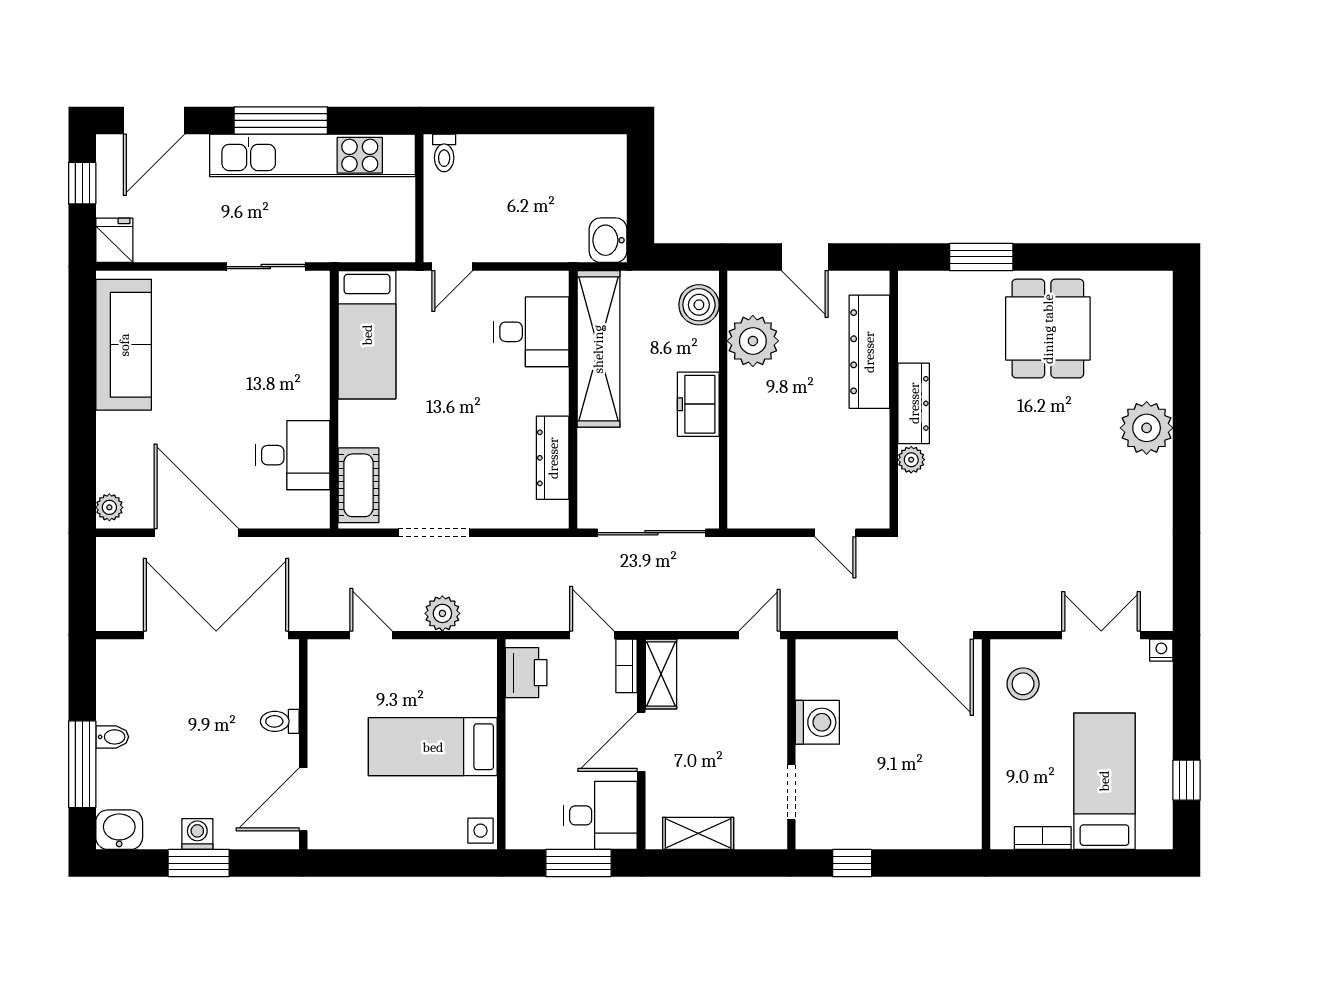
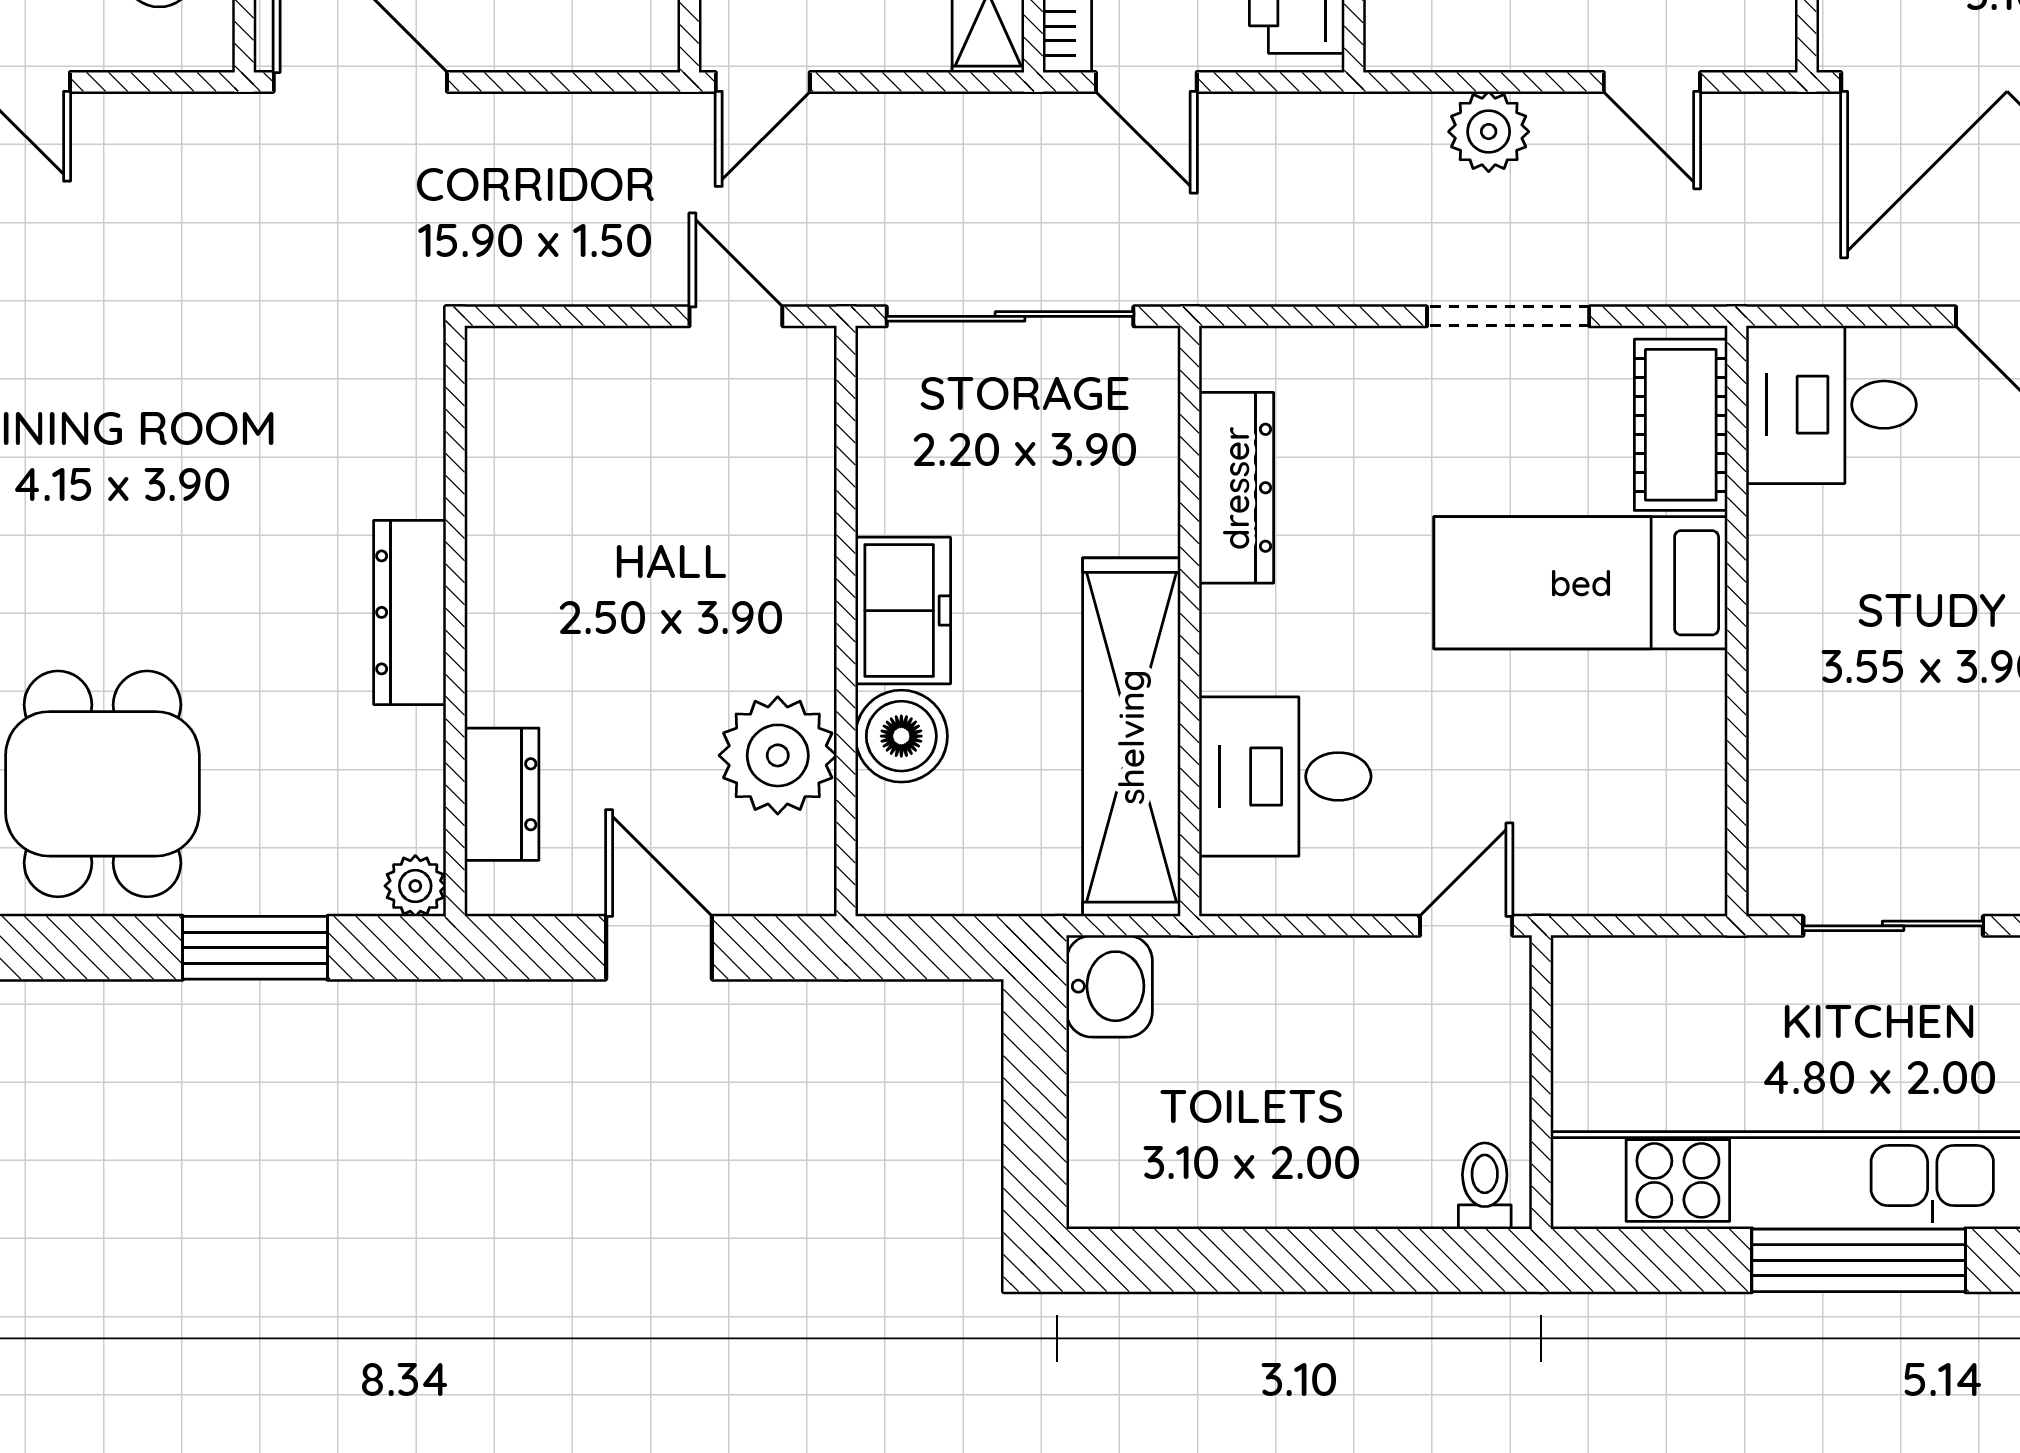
boiler: (699, 305) -> (901, 736), moved
bed: (367, 335) -> (1581, 583), moved, turned -90
dresser: (869, 352) -> (502, 794), width x0.51, depth x0.80
desk: (293, 455) -> (1831, 405), moved
plant: (911, 460) -> (415, 886), moved
door: (835, 533) -> (736, 316), moved

